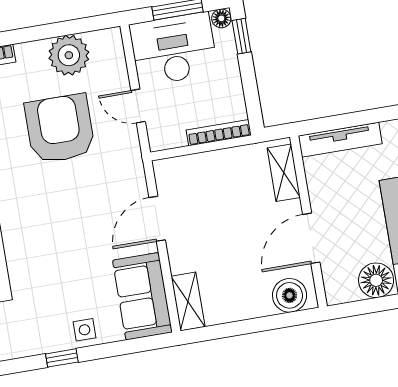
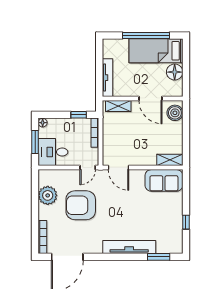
window: (241, 36) -> (79, 115), moved
desk: (174, 49) -> (53, 152), width x0.73
door: (138, 106) -> (88, 168), moved
door: (157, 219) -> (118, 168), moved
side table: (85, 330) -> (175, 210), removed

